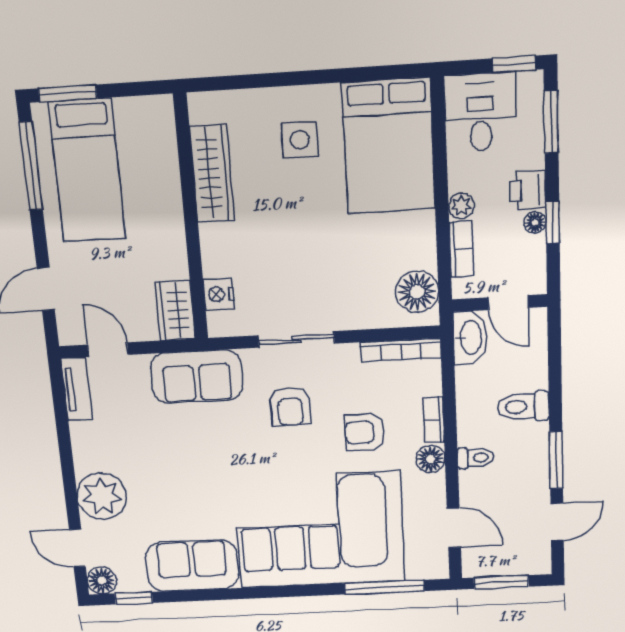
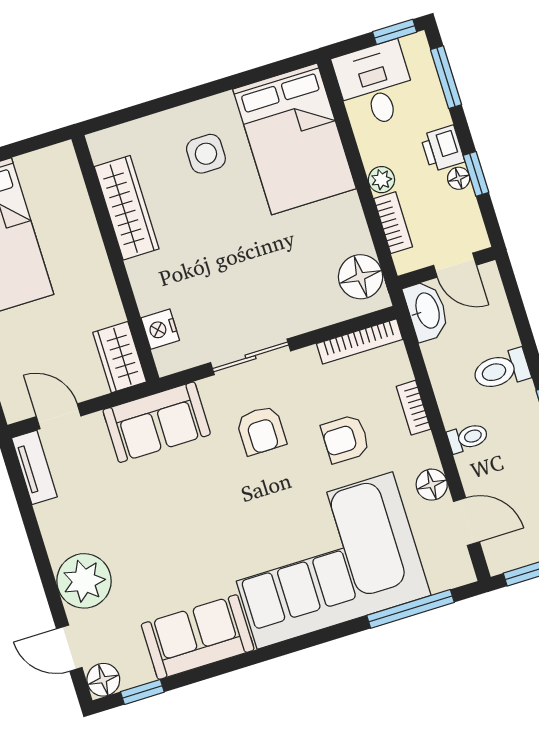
floor lamp: (431, 459) -> (432, 485), moved

